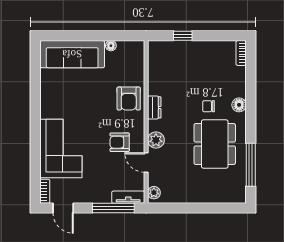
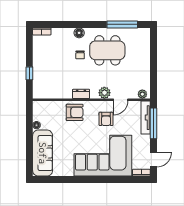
corner sofa: (61, 149) -> (103, 156), width x1.36, depth x1.36
tv unit: (128, 197) -> (146, 118), width x1.41

